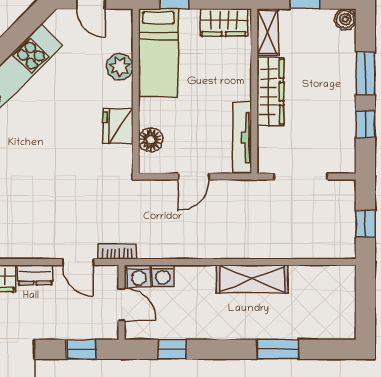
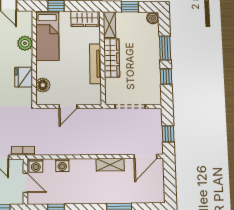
tv unit: (242, 137) -> (95, 64), moved
door: (325, 262) -> (145, 156), added
washing machine: (163, 276) -> (62, 165), moved
shelving: (252, 279) -> (110, 165), width x0.67, depth x0.75

